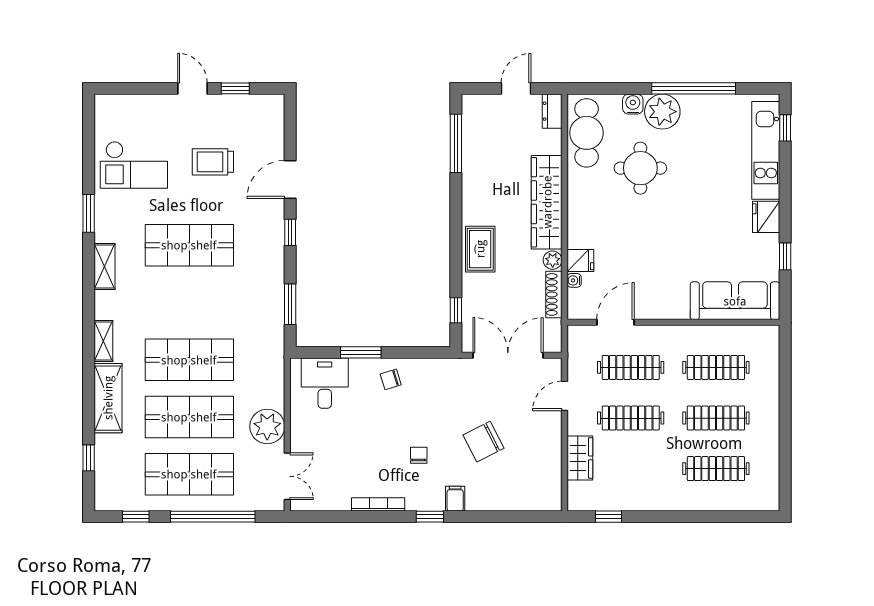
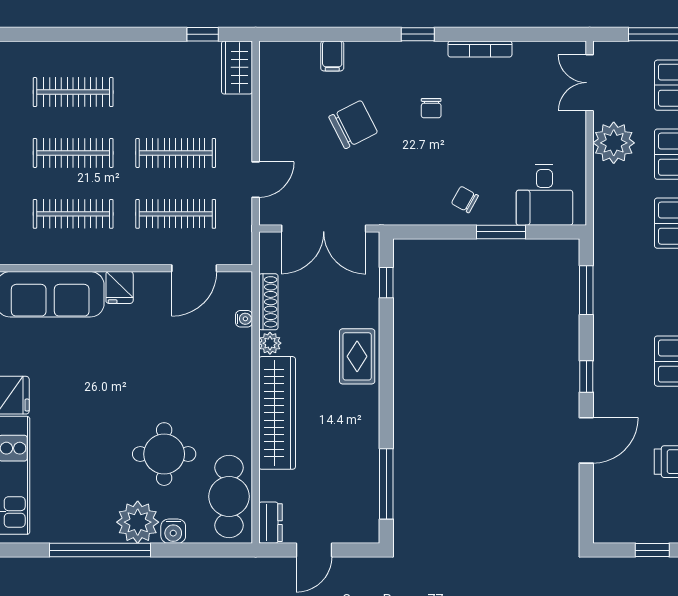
fridge: (580, 260) -> (120, 287), moved, turned -90
chair: (391, 379) -> (465, 199), turned -134
wardrobe: (580, 458) -> (237, 67), moved
filing cabinet: (455, 499) -> (332, 56), moved

